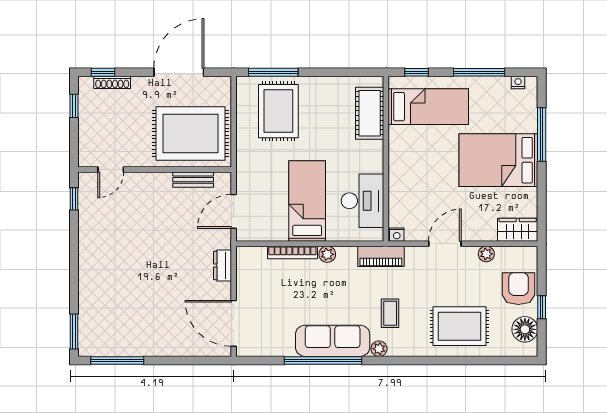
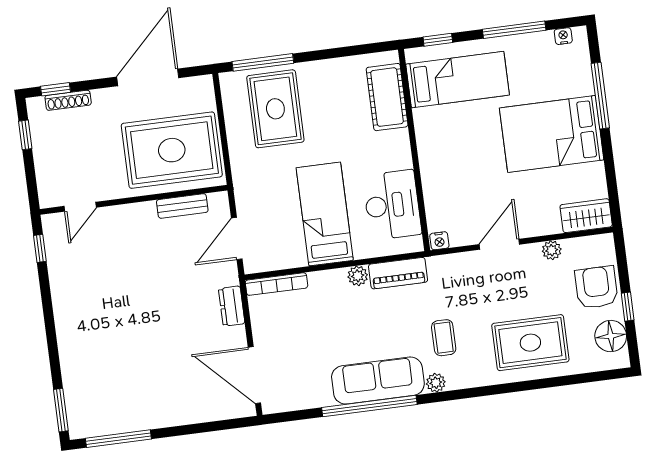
bookcase: (292, 252) -> (276, 284), moved
piano: (381, 256) -> (398, 273), moved

